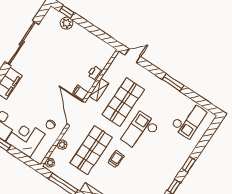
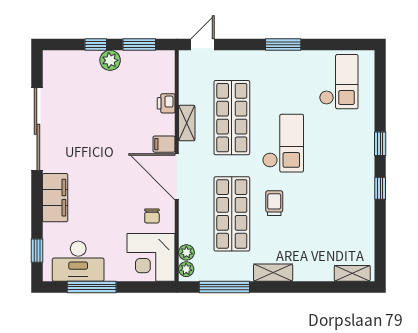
window: (67, 12) -> (96, 45), moved
plant: (67, 23) -> (110, 60), moved
window: (101, 35) -> (139, 45), added
checkout: (140, 132) -> (283, 143), turned 180
corner desk: (25, 138) -> (151, 257), moved, turned -90
plant: (62, 145) -> (186, 252), moved

